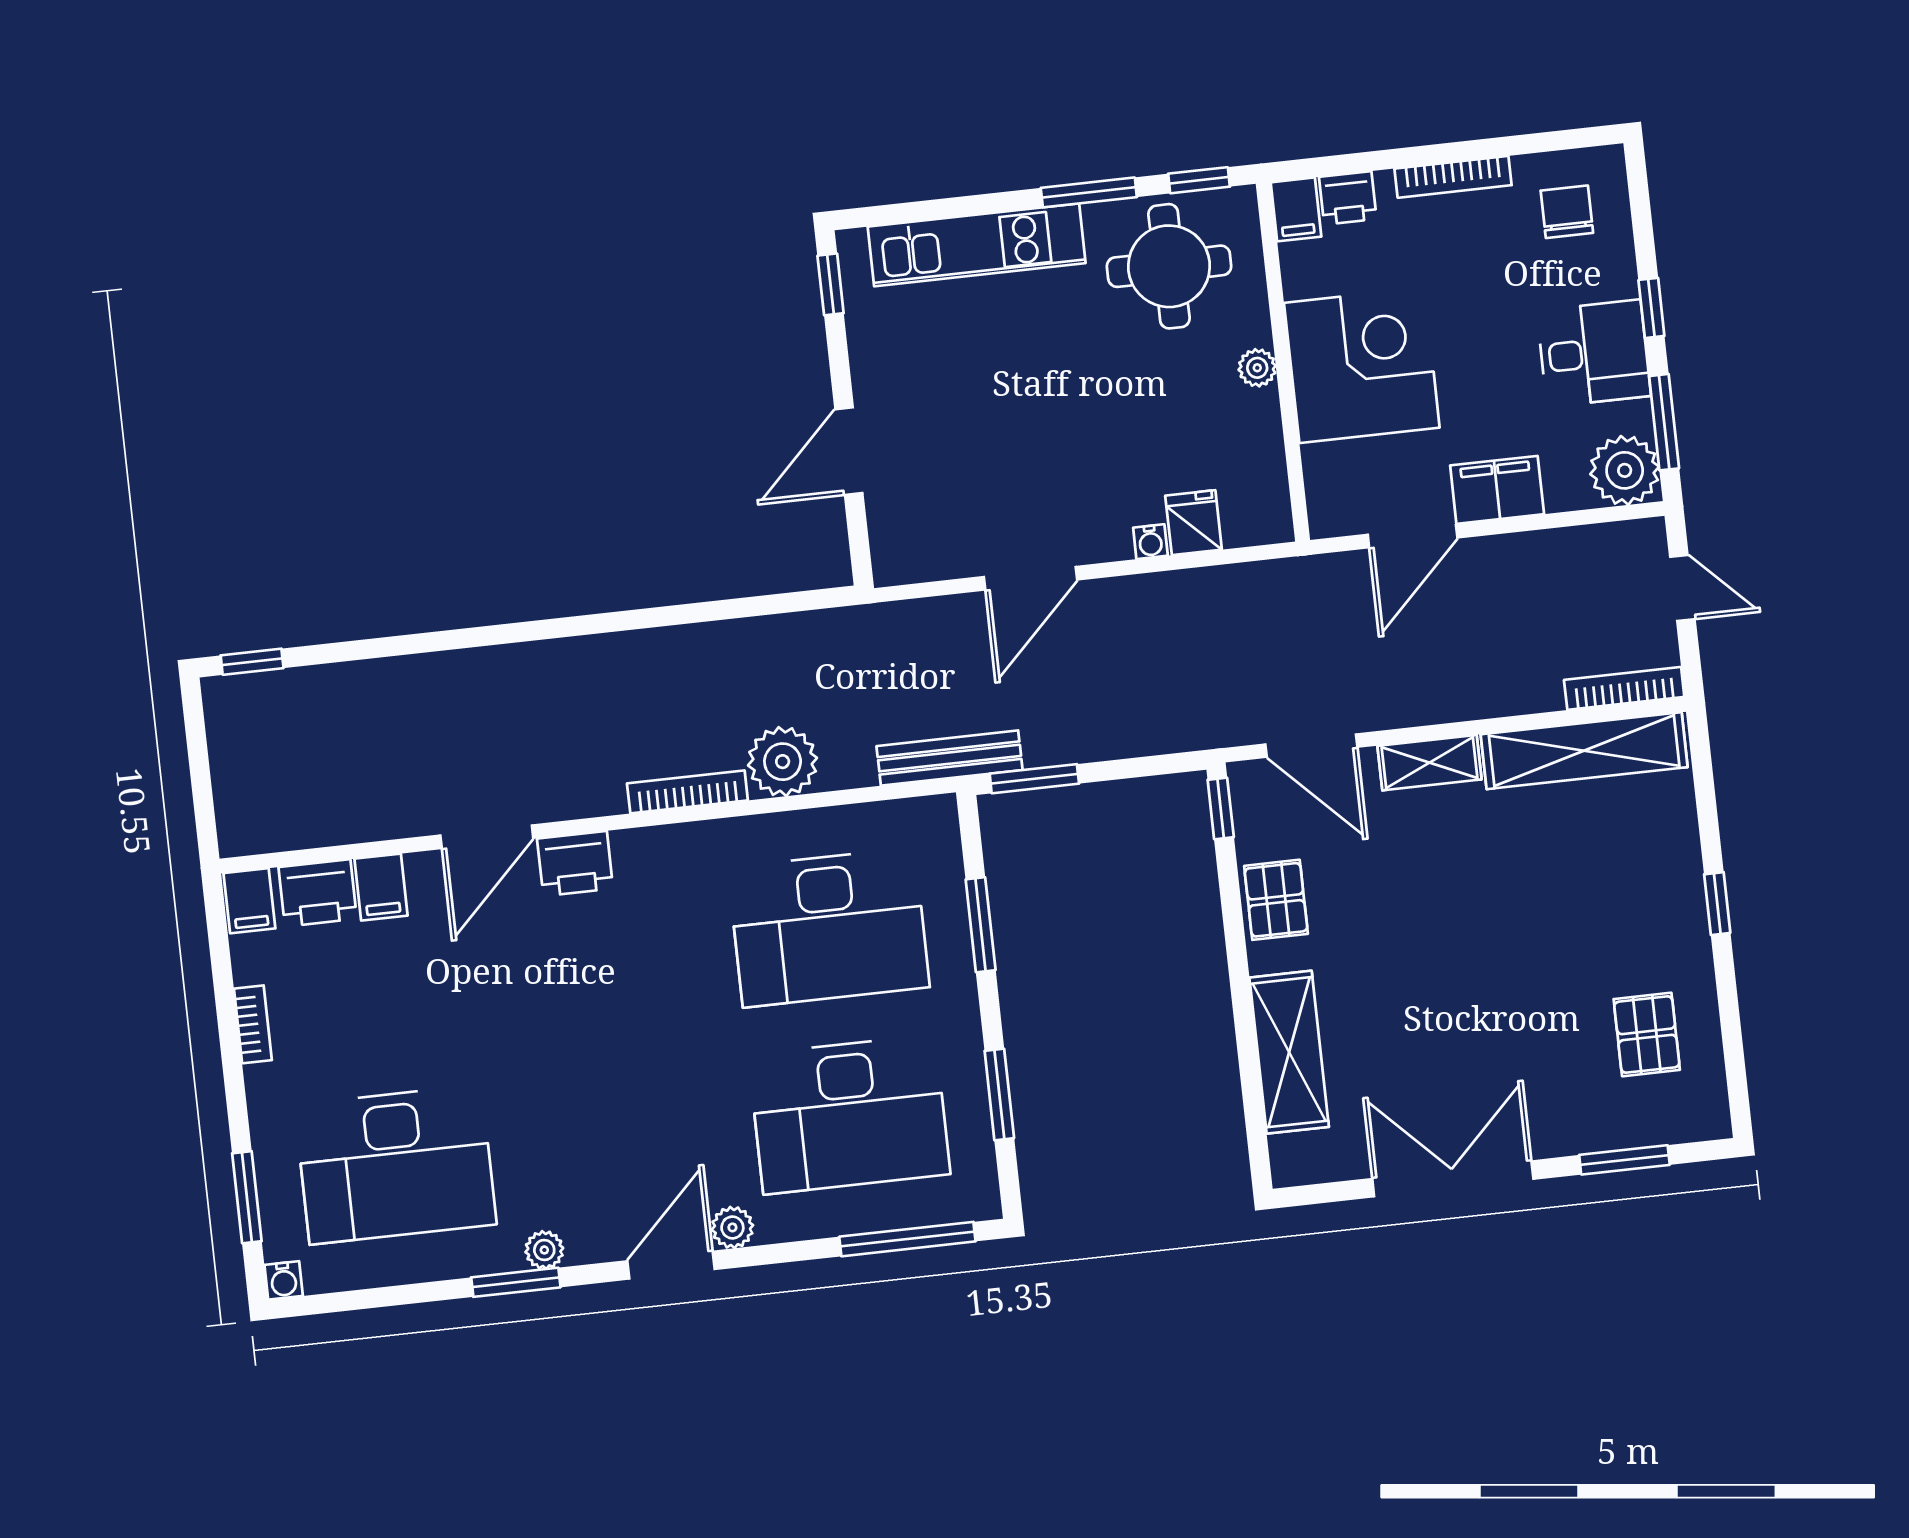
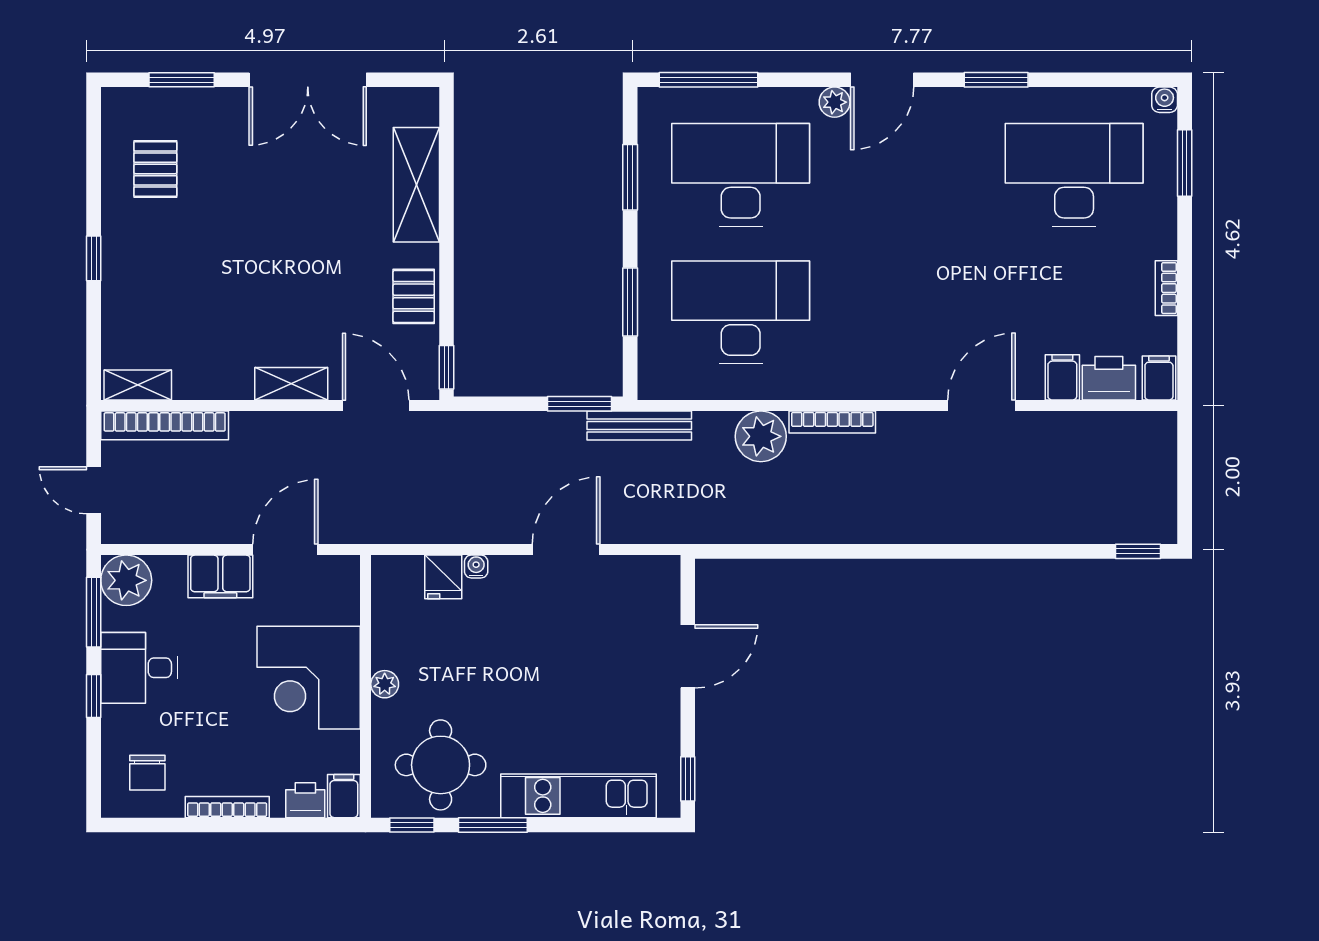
bookcase: (1624, 688) -> (165, 425), width x1.48, depth x1.31
shelving: (1584, 751) -> (138, 385), width x0.45, depth x0.75
printer: (575, 864) -> (920, 379), removed
plant: (544, 1250) -> (973, 101), removed

